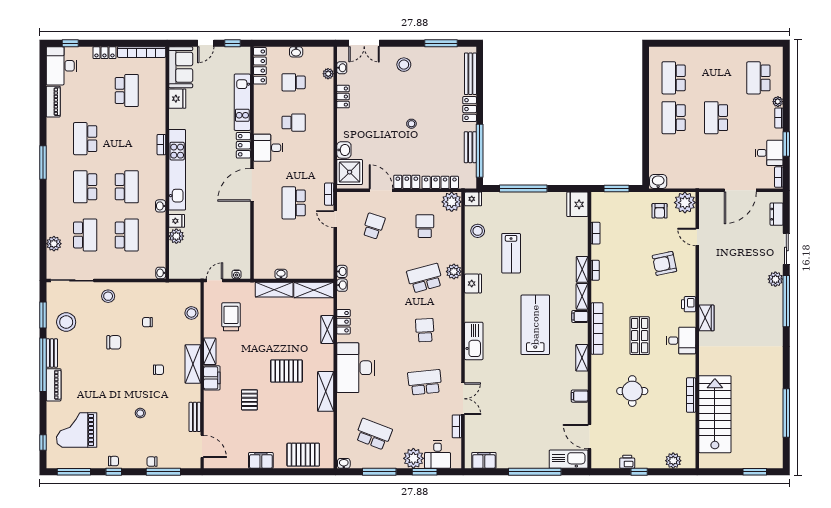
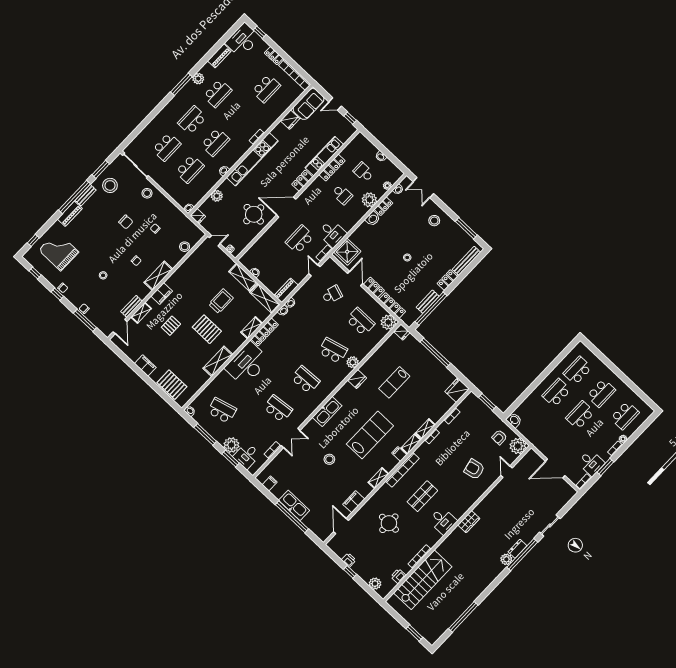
locker: (260, 66) -> (332, 168), moved
school desk: (716, 78) -> (601, 393), added
school desk: (758, 78) -> (625, 415), turned 180
plant: (324, 103) -> (369, 200), added
school desk: (85, 139) -> (218, 93), turned 180
desk: (268, 148) -> (332, 233), moved, turned 180
washbasin: (344, 150) -> (373, 219), moved
dresser: (777, 214) -> (517, 549), moved
round table: (228, 220) -> (254, 214), added
fridge: (177, 221) -> (198, 216), moved
school desk: (425, 226) -> (360, 322), width x1.85
stool: (478, 231) -> (329, 459), moved
plant: (54, 244) -> (198, 79), moved
piano: (327, 263) -> (286, 290), added
plant: (775, 279) -> (506, 559), moved
printer: (689, 304) -> (398, 576), moved
trolley: (231, 317) -> (221, 301), moved
locker: (343, 322) -> (265, 332), width x1.53
school desk: (425, 330) -> (305, 380), width x1.85
shelving: (210, 351) -> (141, 313), moved
filing cabinet: (580, 396) -> (354, 502), width x2.00
school desk: (374, 434) -> (222, 411), turned -36
kitchen sink: (569, 459) -> (294, 505), moved
filing cabinet: (484, 460) -> (270, 483), width x0.50
window: (74, 472) -> (35, 273), width x0.46

